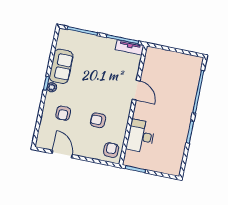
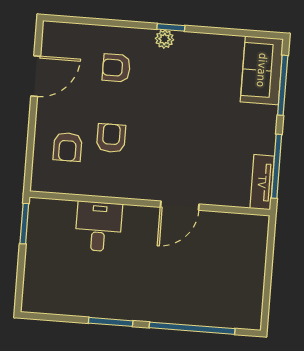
sofa: (61, 66) -> (262, 70), moved, turned 90
desk: (141, 136) -> (99, 227), width x0.73
armchair: (111, 150) -> (68, 147), moved, turned 90

